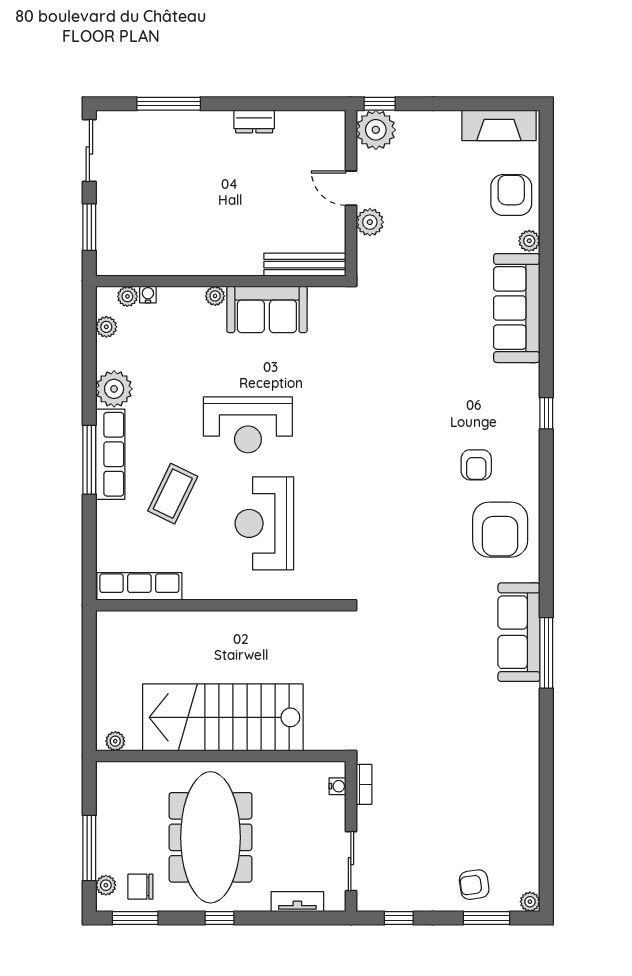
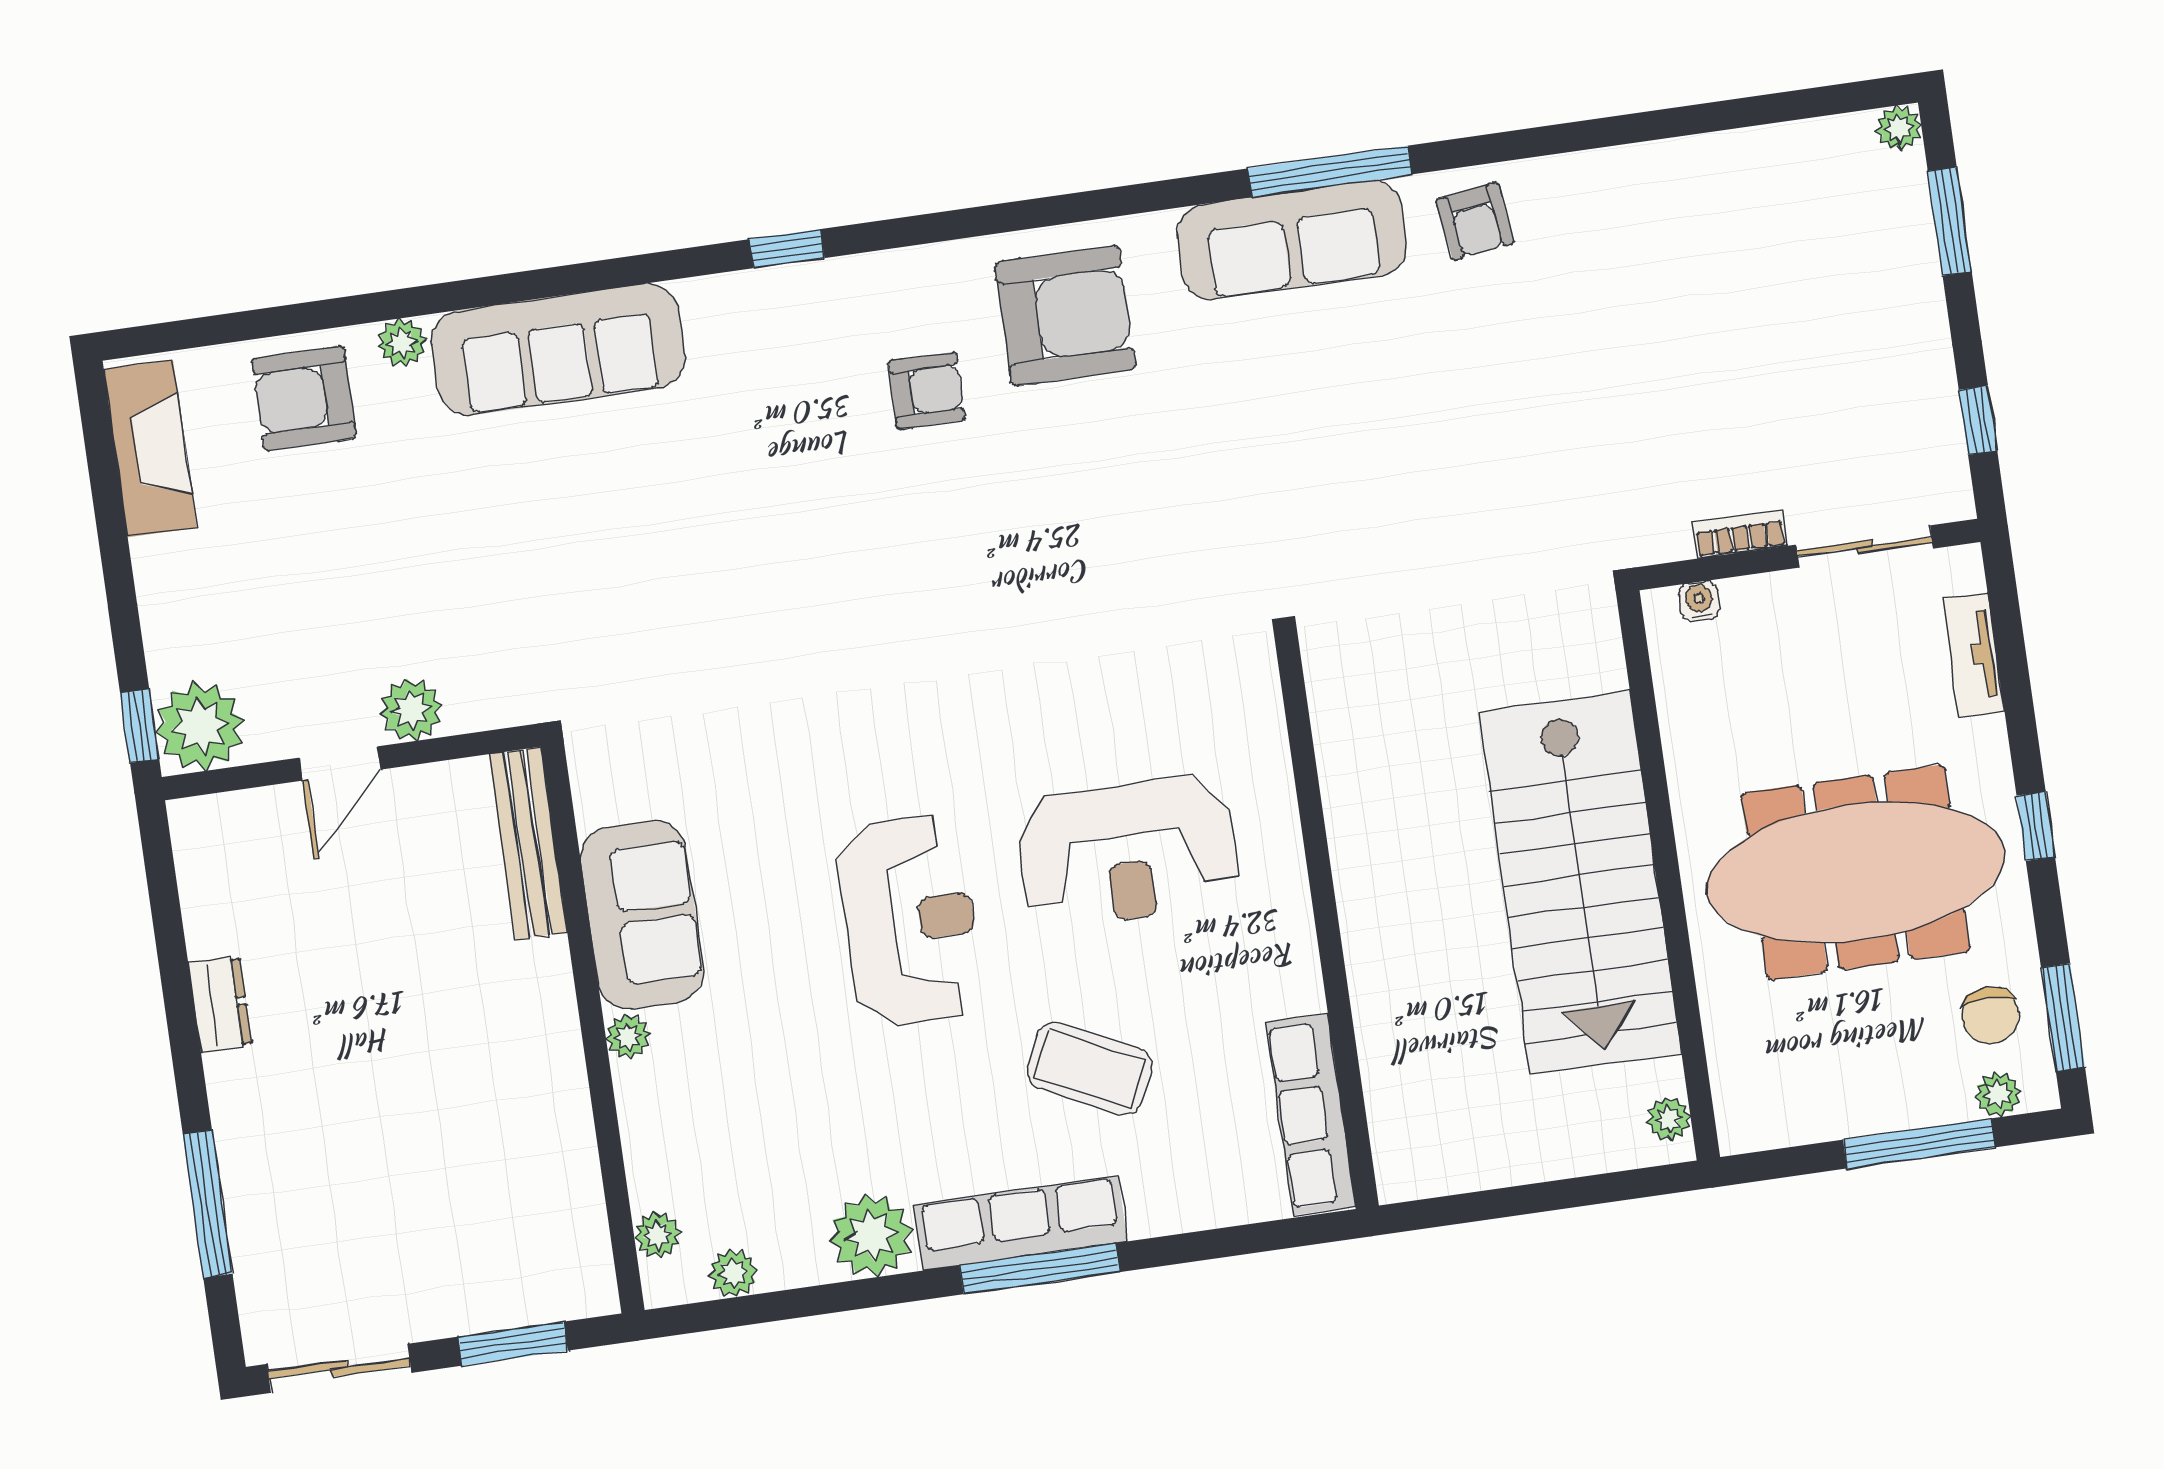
water cooler: (148, 295) -> (647, 1189), removed
bookcase: (364, 784) -> (1740, 534), moved
armchair: (474, 885) -> (1475, 221), moved

